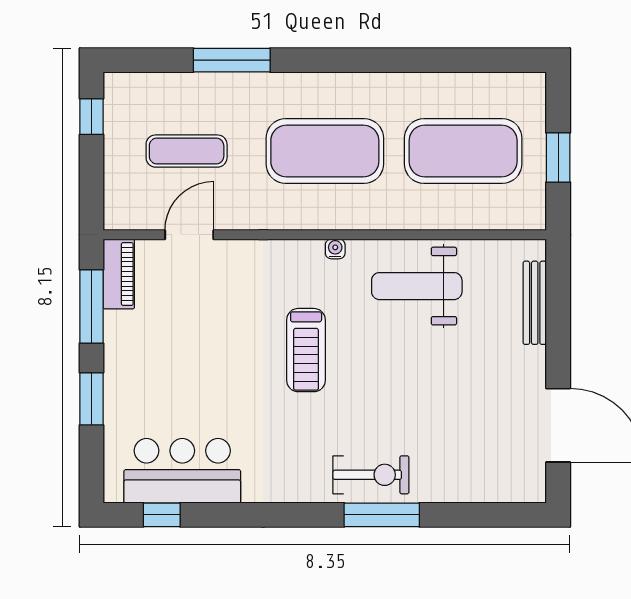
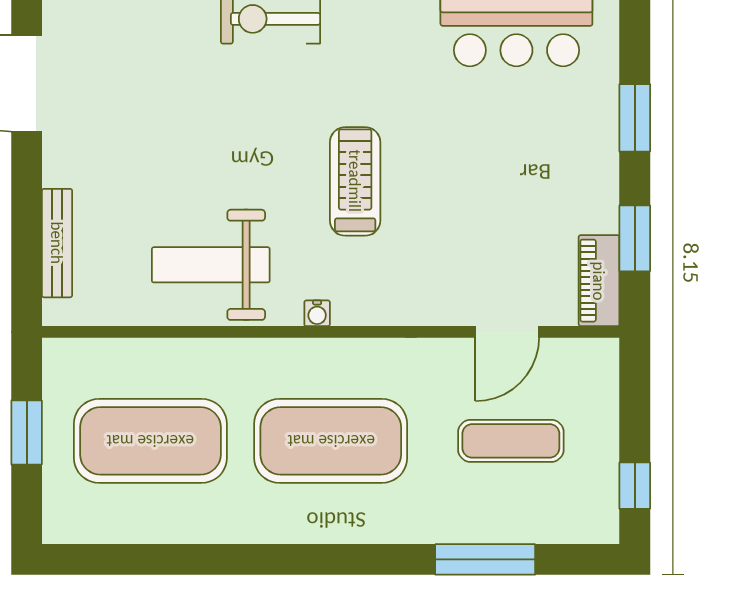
window: (232, 60) -> (485, 559), moved
weight bench: (417, 286) -> (211, 265), turned 180
window: (91, 306) -> (635, 238), width x0.69

